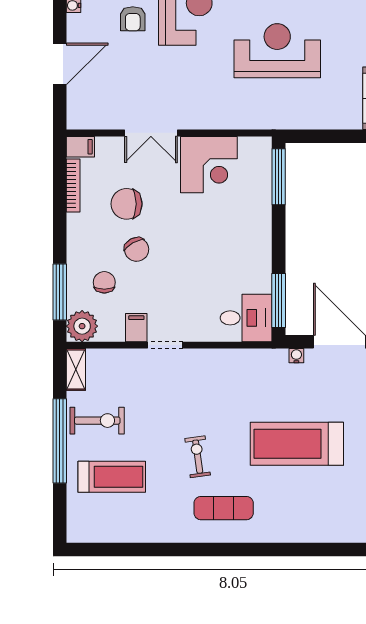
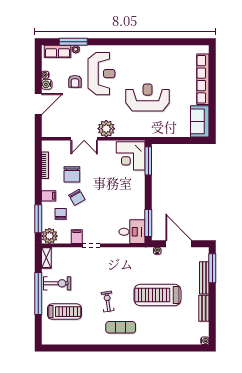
water cooler: (77, 24) -> (47, 84), added
plant: (195, 113) -> (106, 129), added
filing cabinet: (80, 147) -> (49, 196), moved
corner desk: (209, 165) -> (131, 156), moved, turned 90
chair: (127, 204) -> (72, 174), turned -90

